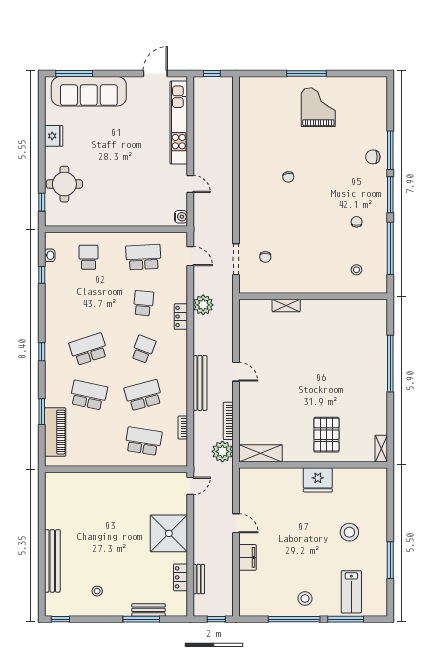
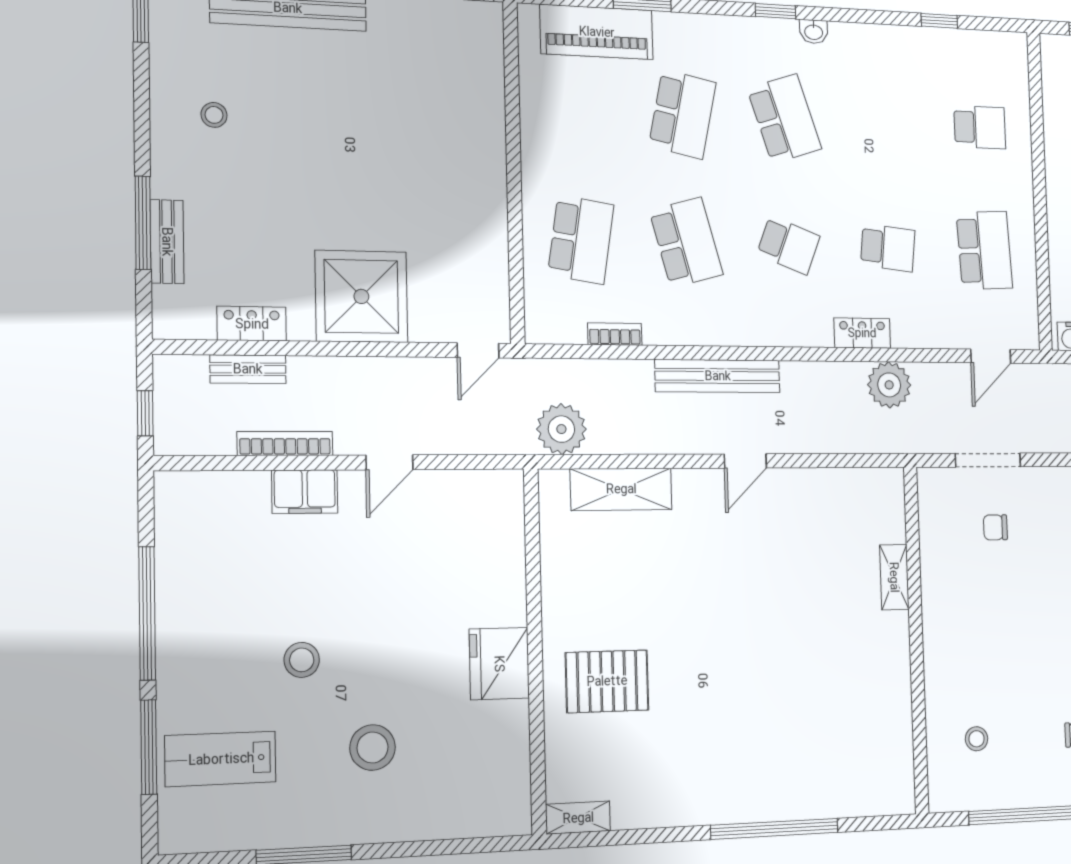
washbasin: (50, 255) -> (814, 32), moved
bookcase: (228, 421) -> (285, 443), moved
shelving: (260, 453) -> (621, 489), moved, turned 90
door: (190, 486) -> (478, 350), hinge flipped
stool: (305, 599) -> (302, 660), moved

